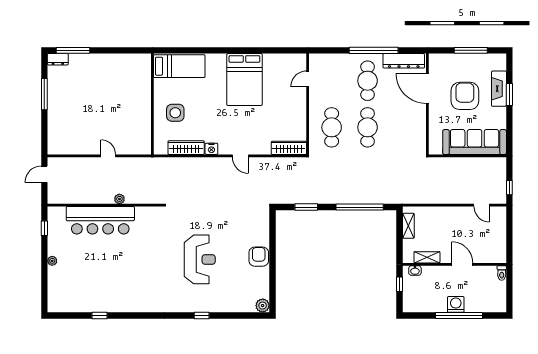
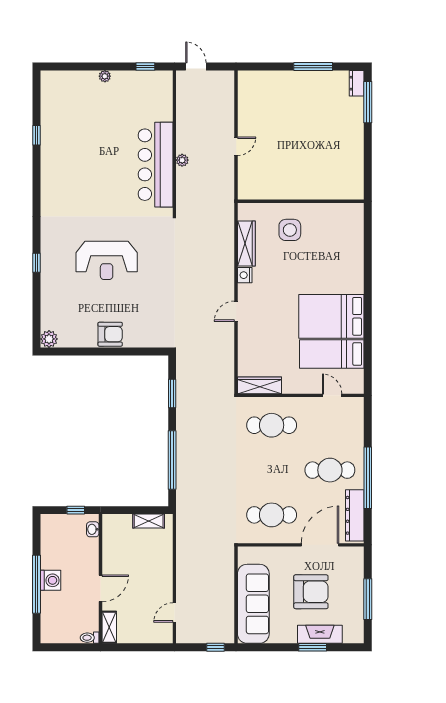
bed: (179, 66) -> (332, 354), moved, turned 90
cafe table: (368, 127) -> (272, 515), moved
wardrobe: (289, 148) -> (259, 385), moved, turned -90
door: (44, 174) -> (196, 66), moved
window: (509, 188) -> (215, 647), moved
bar counter: (100, 220) -> (156, 165), moved
shelving: (427, 257) -> (109, 627), moved

